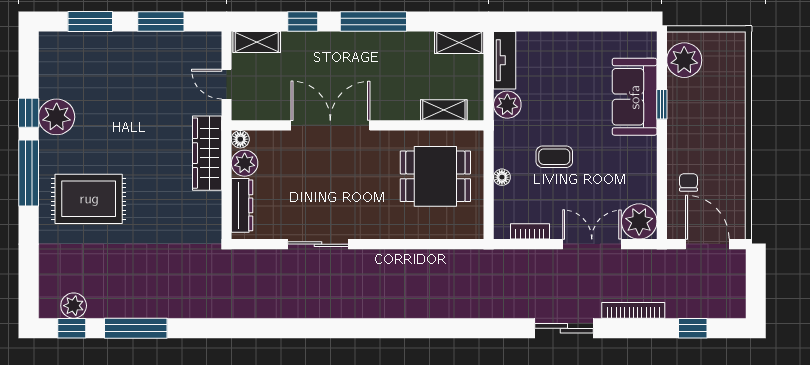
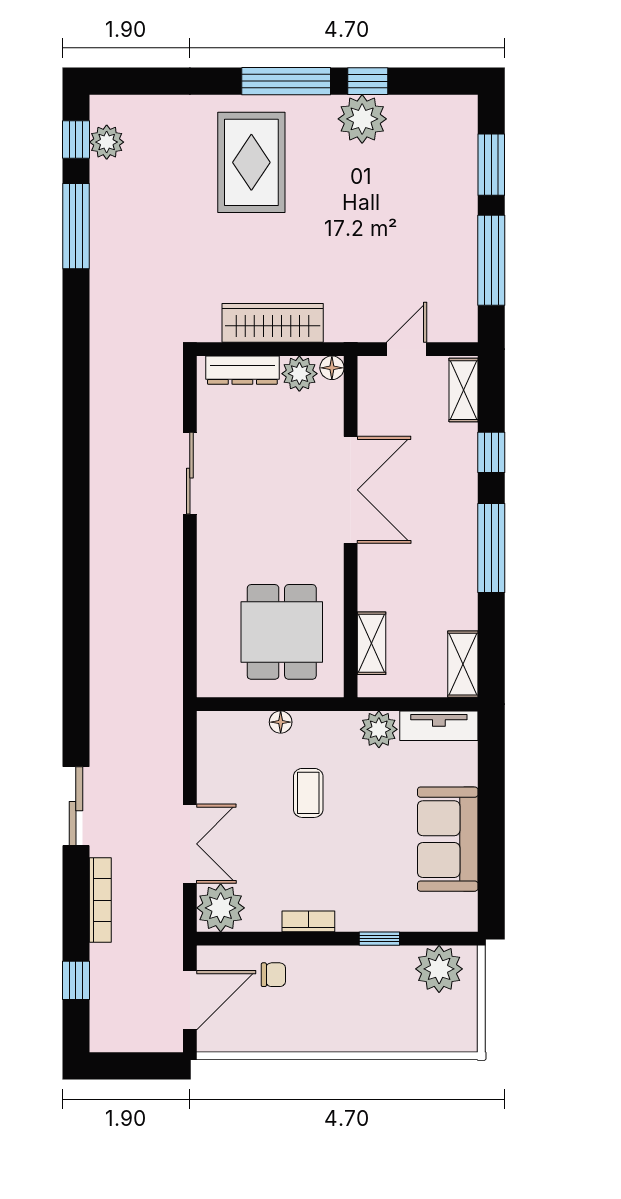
window: (161, 22) -> (491, 260), width x1.44
sofa: (635, 97) -> (448, 839), moved, turned -90
wardrobe: (207, 153) -> (273, 323), moved
bookcase: (530, 231) -> (308, 921), moved, turned -90

